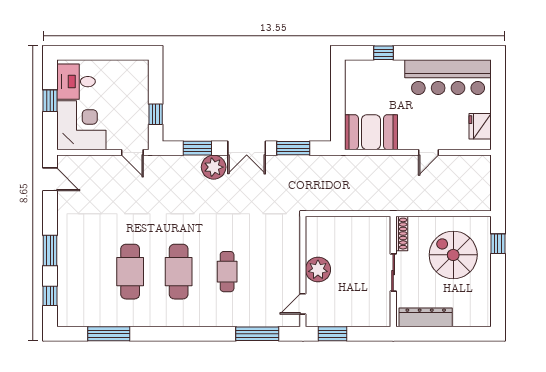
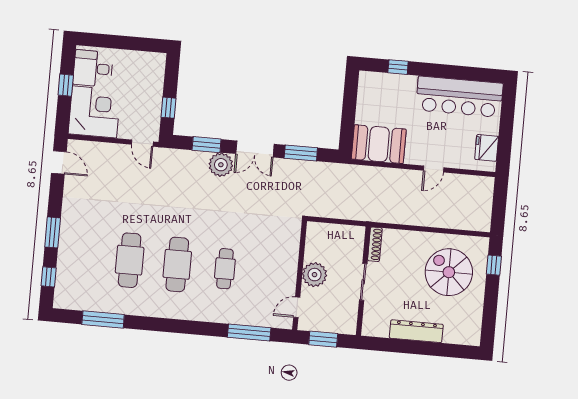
shoe rack: (402, 234) -> (375, 244), moved
wall: (393, 272) -> (363, 281), moved
sliding door: (393, 273) -> (363, 282), moved

